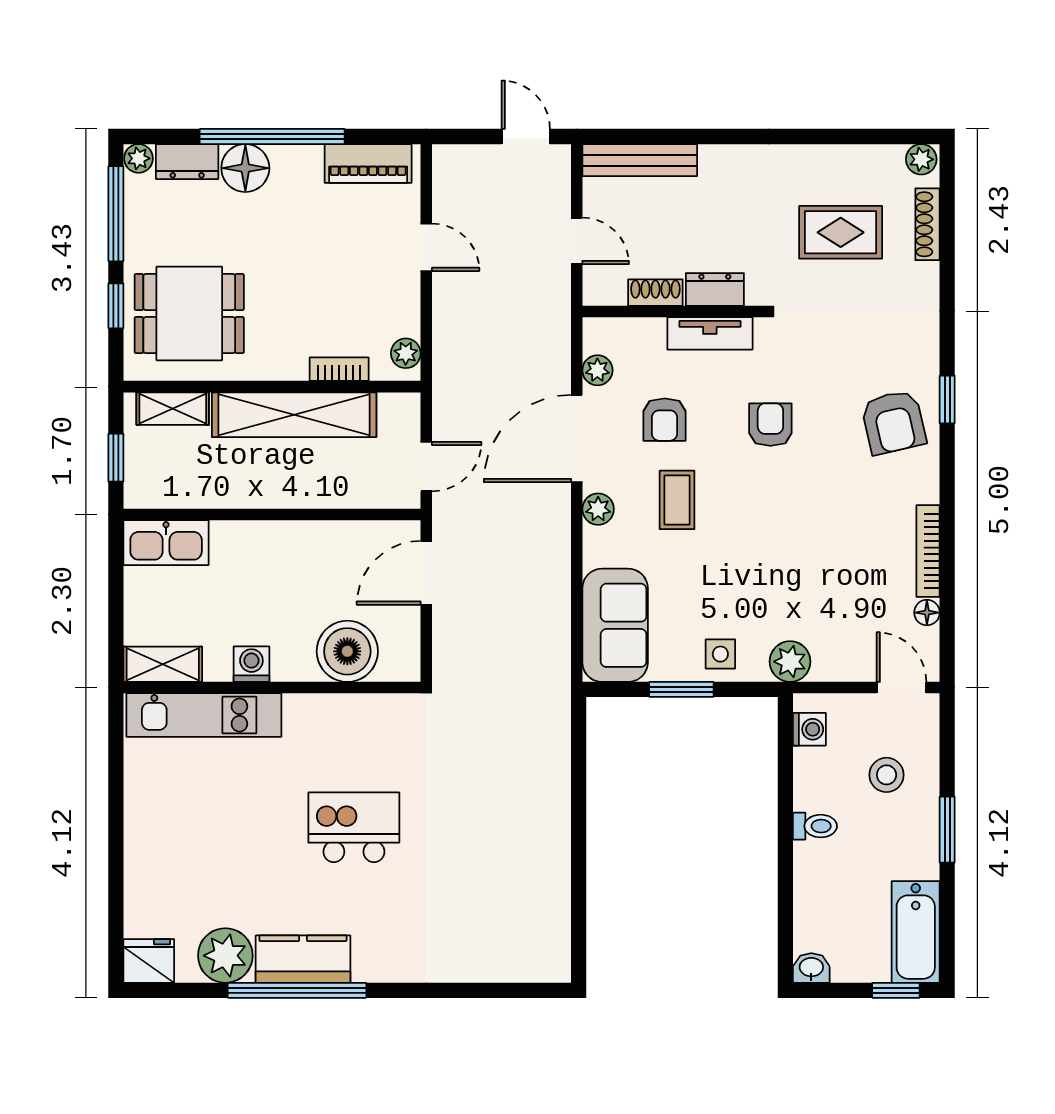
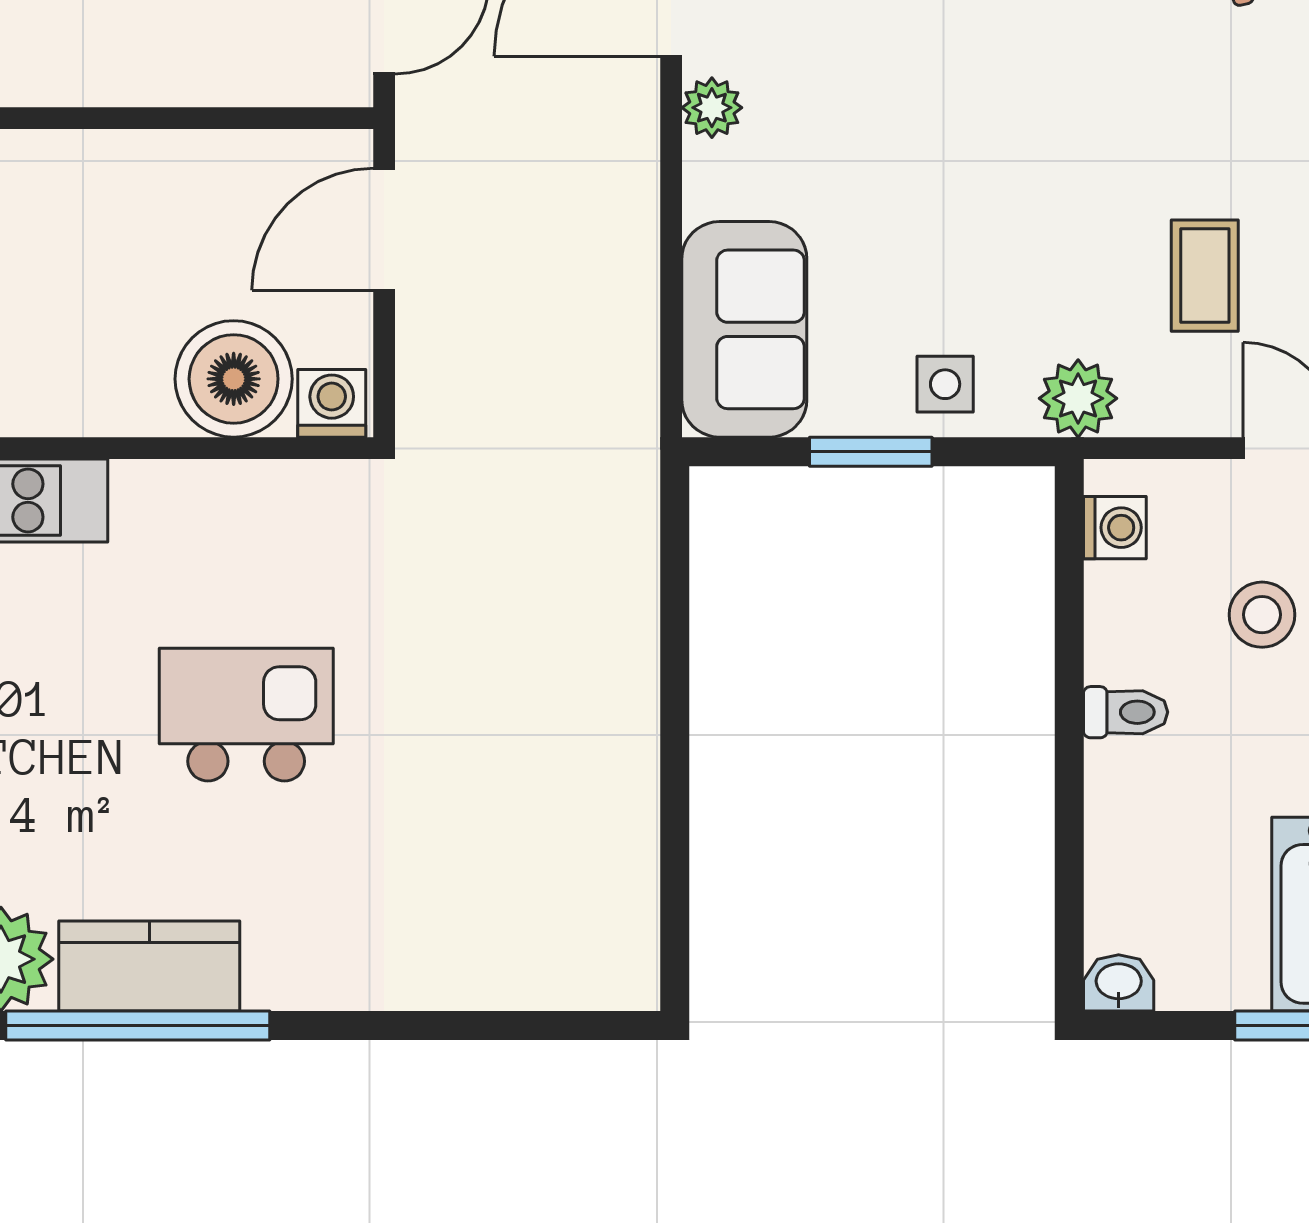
coffee table: (677, 500) -> (1205, 276), moved
washing machine: (251, 664) -> (332, 403), moved

